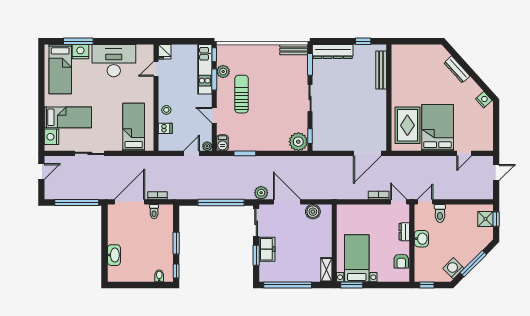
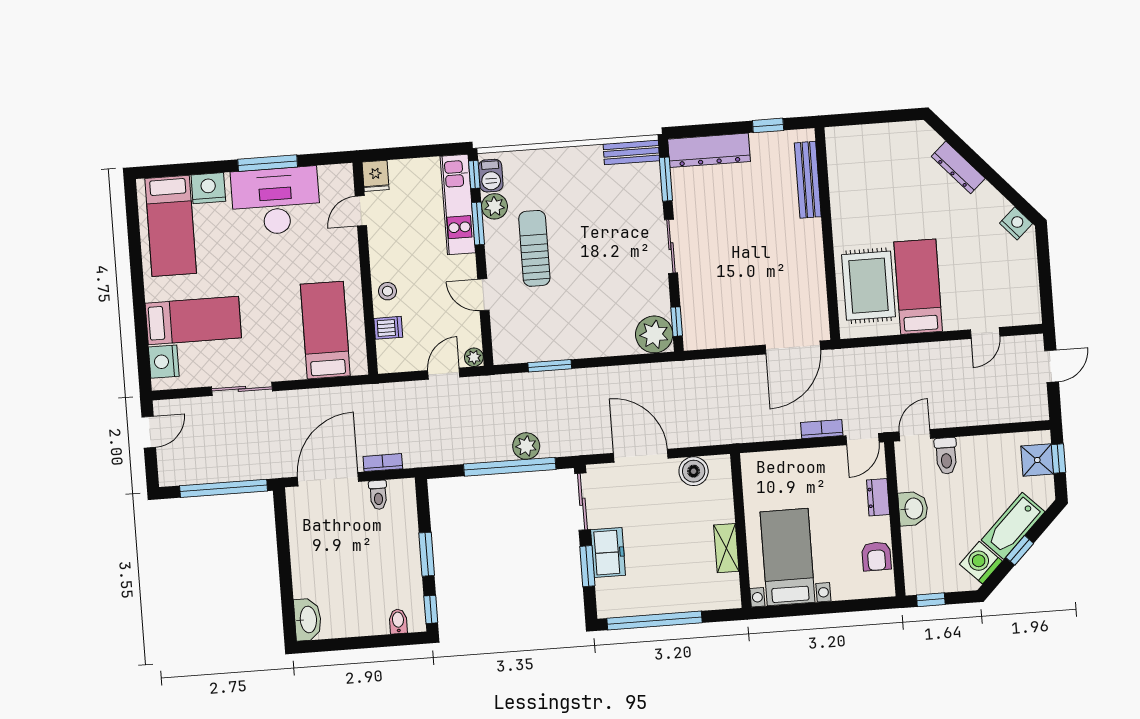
window: (78, 41) -> (268, 163), moved
bed: (438, 128) -> (918, 287), width x0.67
barbecue: (222, 143) -> (491, 176), moved
plant: (261, 193) -> (526, 446), moved
door: (399, 202) -> (863, 439), swing flipped
bathtub: (471, 251) -> (1013, 526), added
washbasin: (114, 255) -> (308, 620), moved
window: (473, 264) -> (1020, 550), width x0.46
shelving: (326, 270) -> (726, 548), moved
window: (352, 285) -> (782, 611), removed

